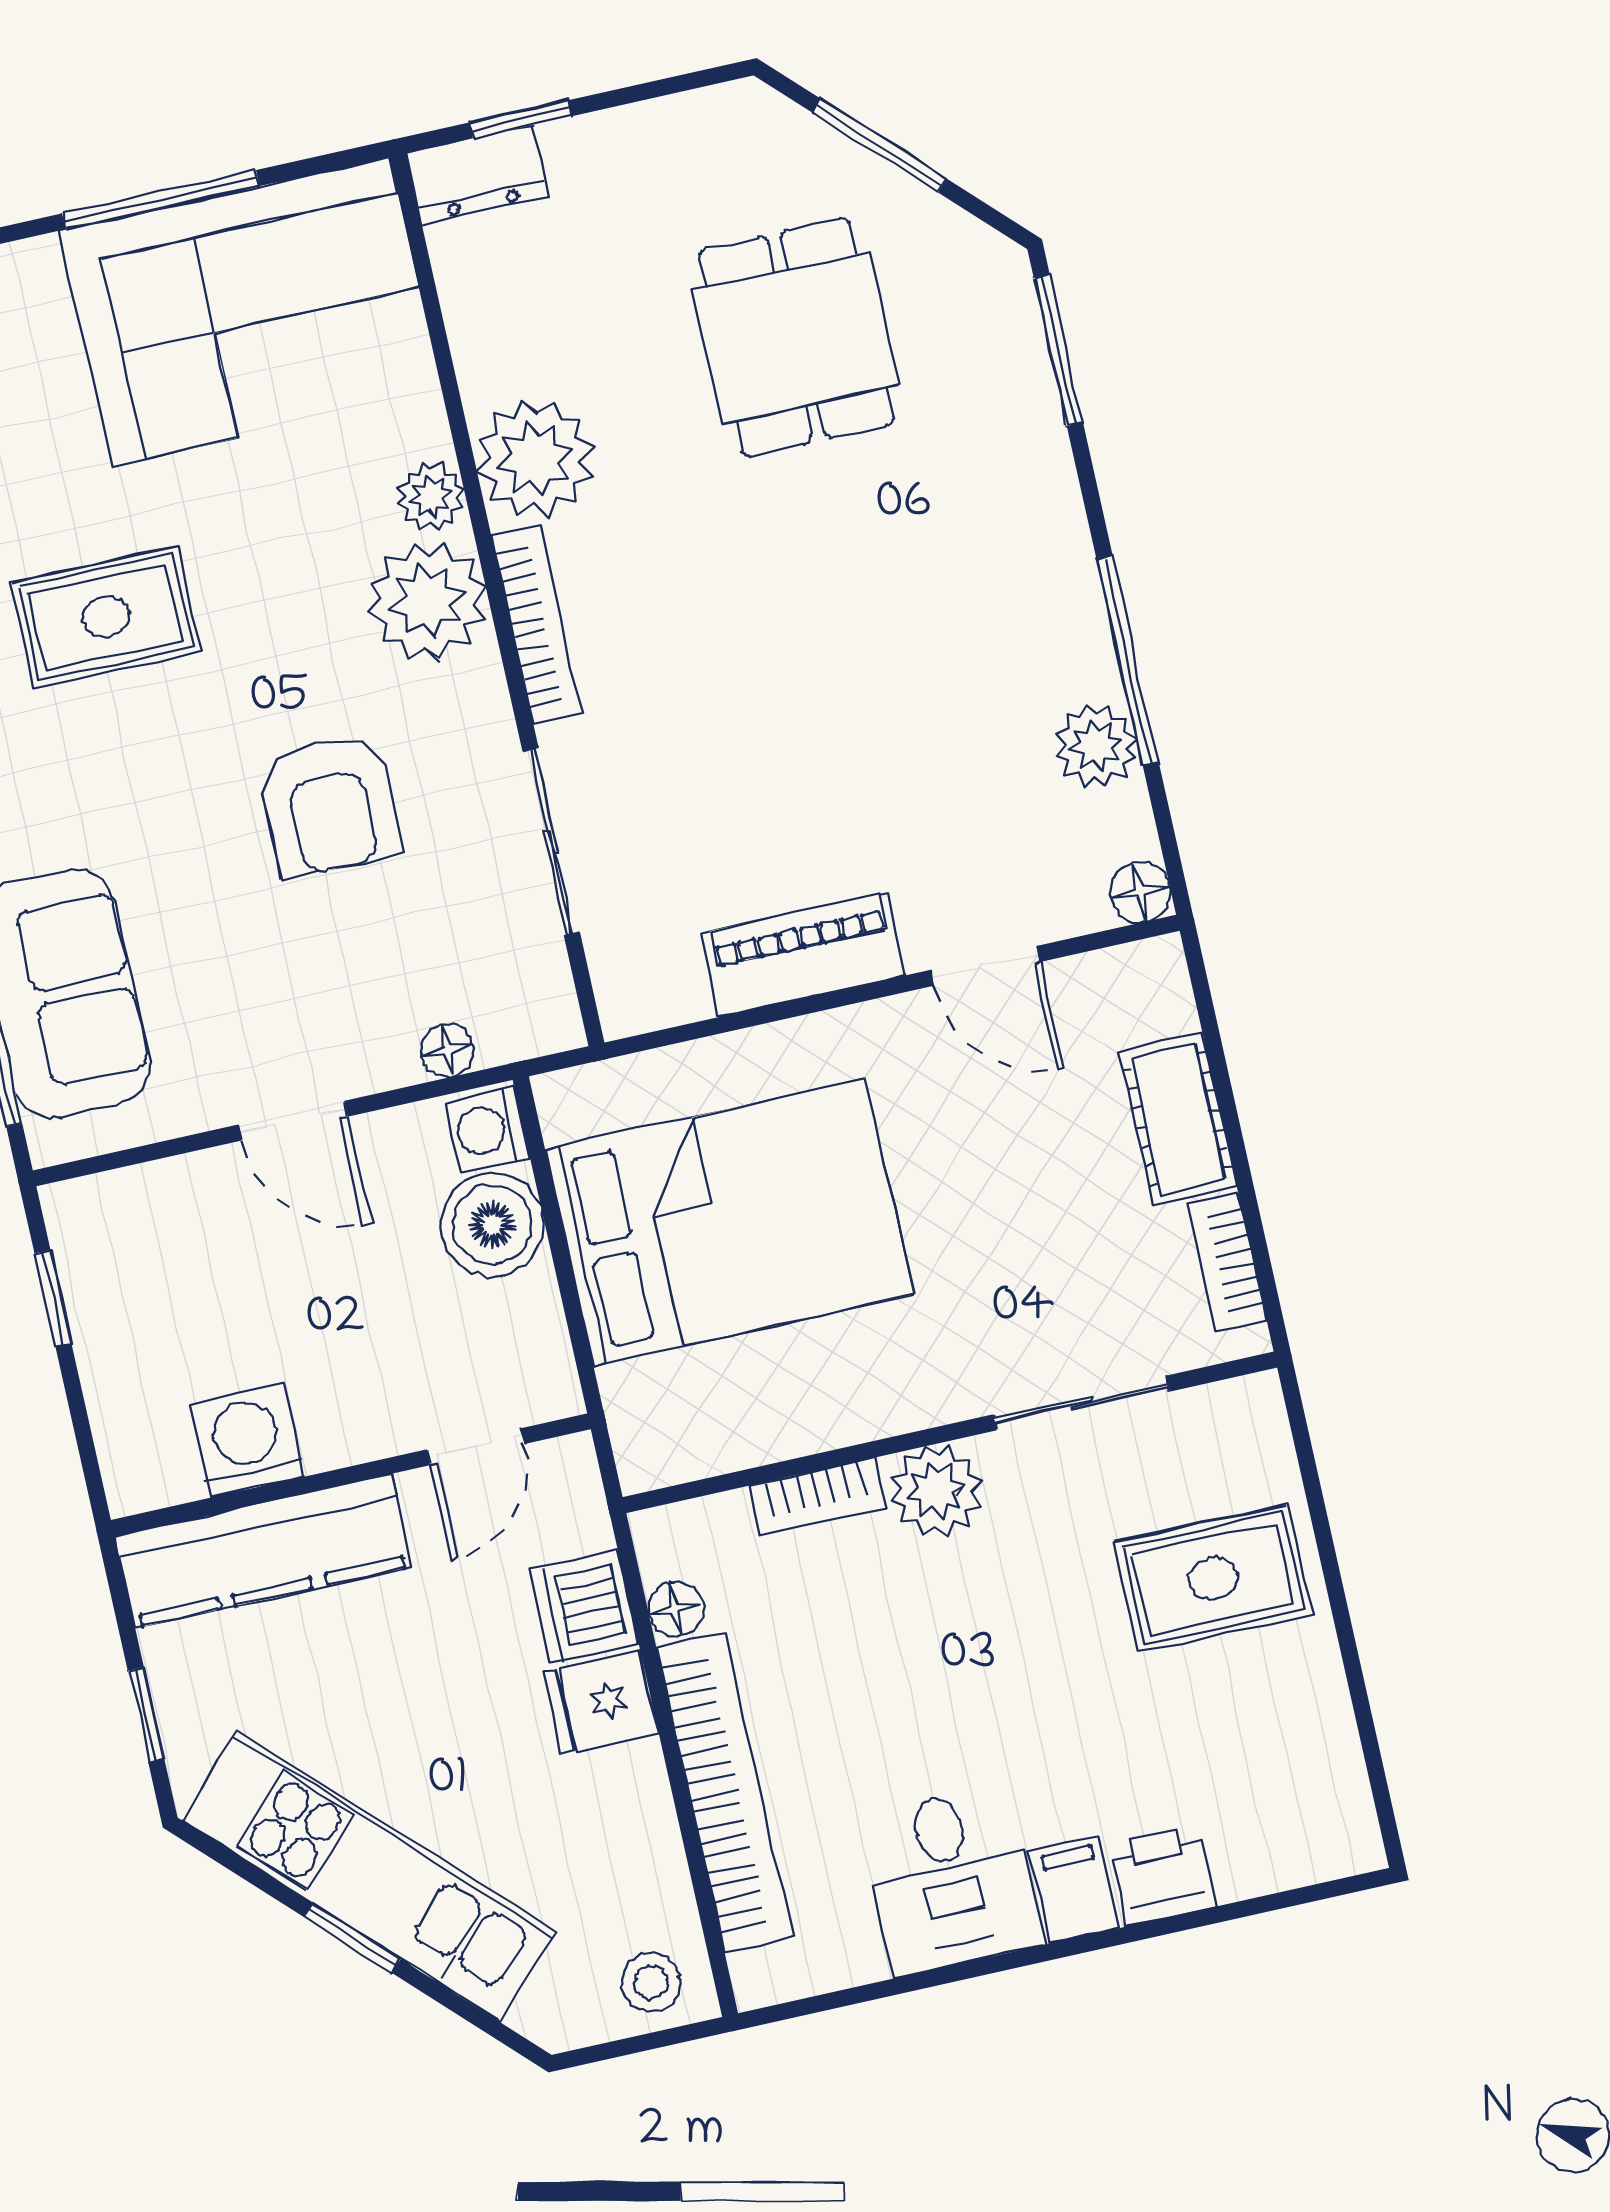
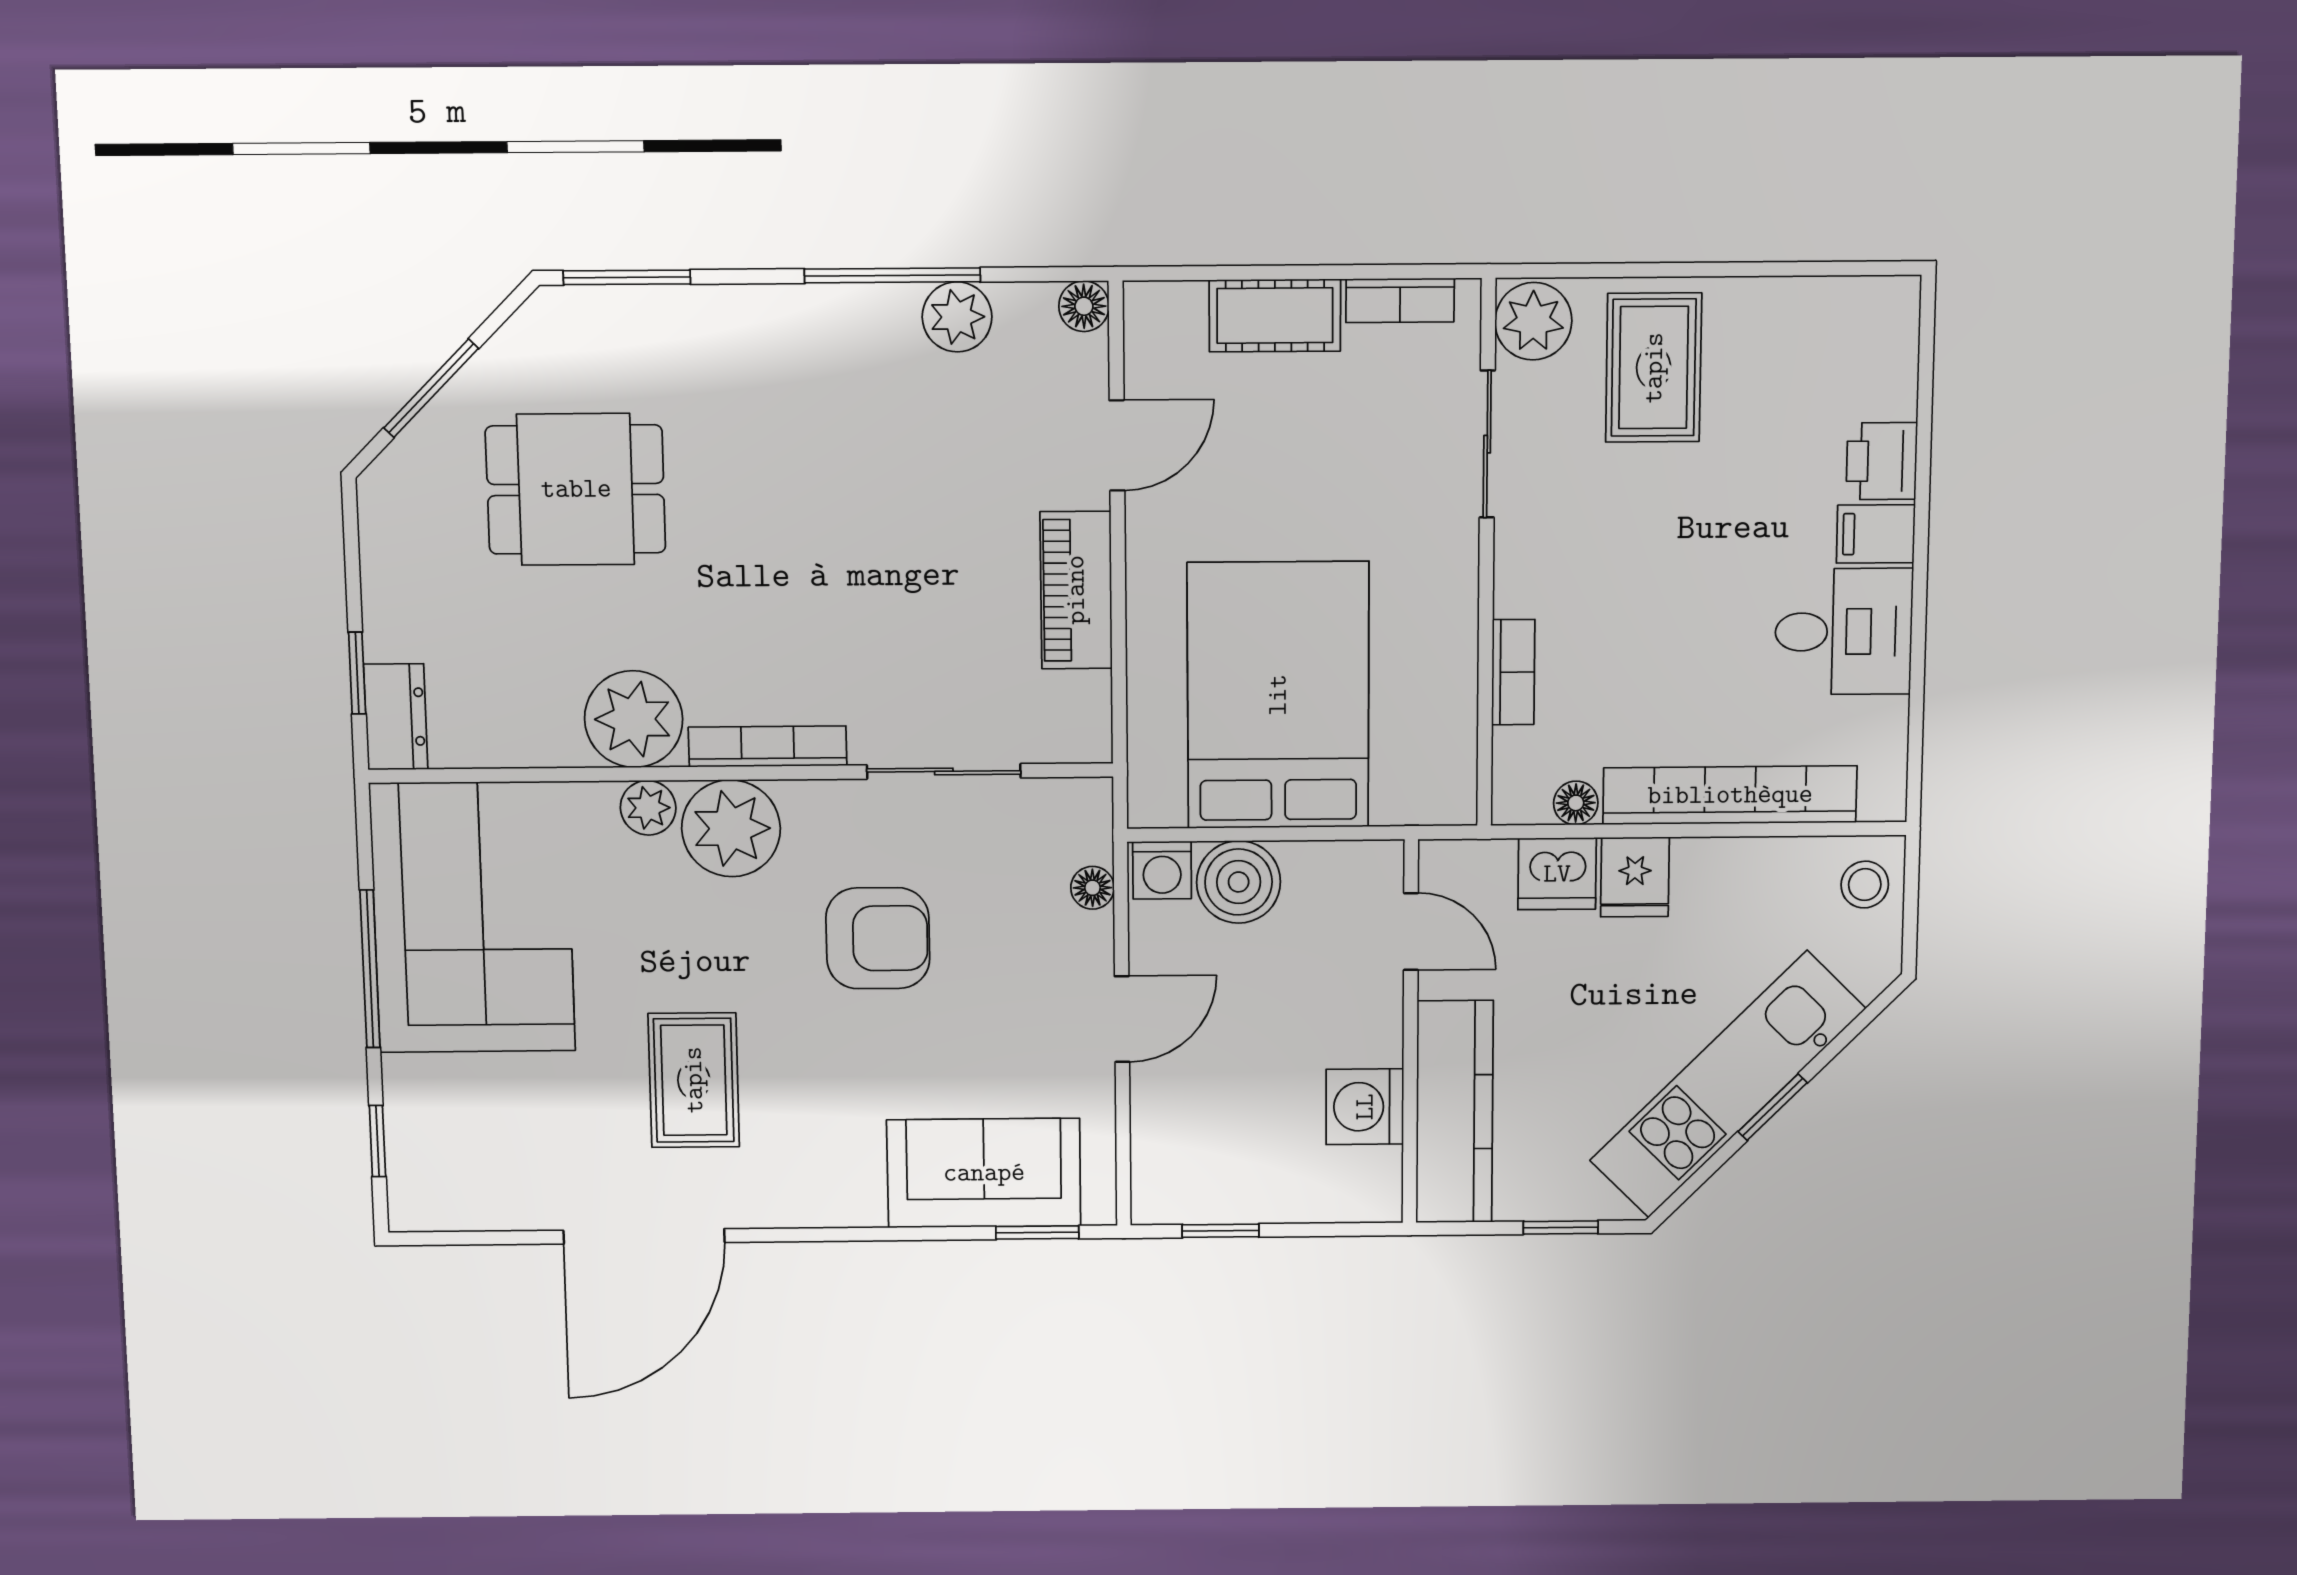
plant: (936, 1491) -> (1533, 321), moved

